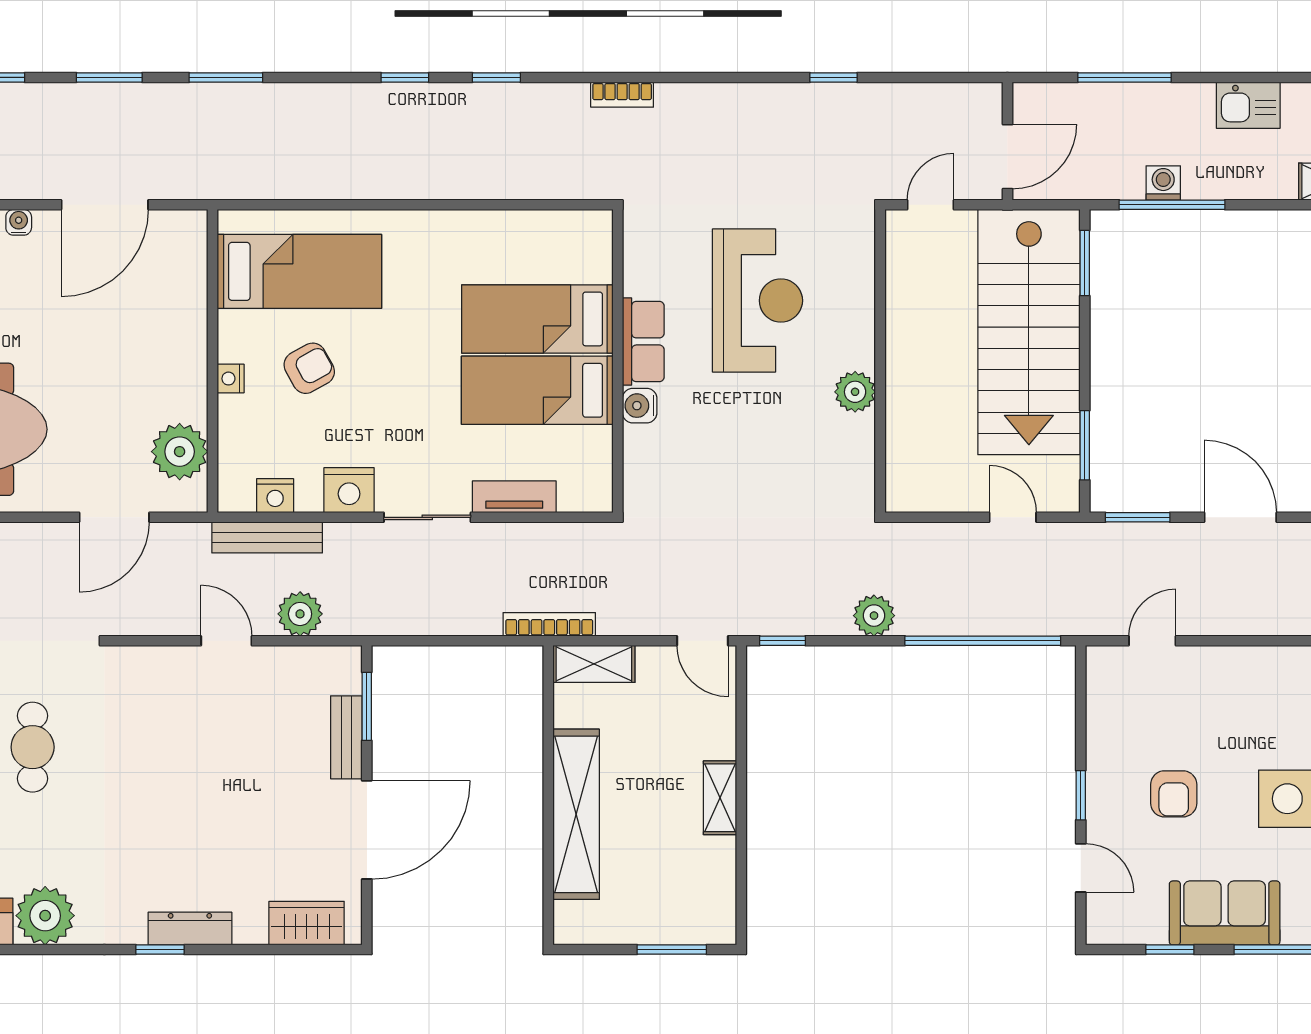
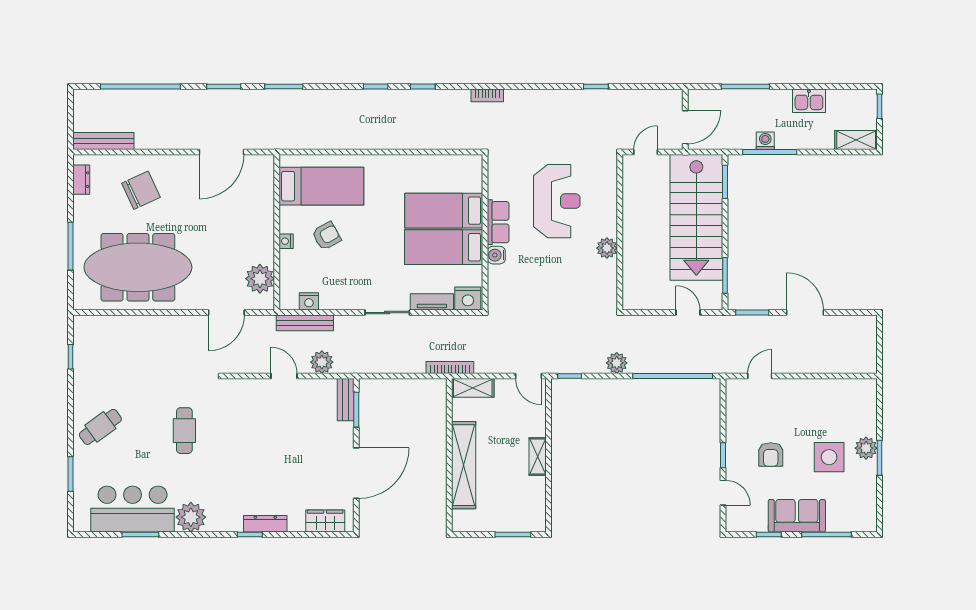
water cooler: (19, 222) -> (177, 161), removed
nightstand: (349, 490) -> (468, 299), moved
bench: (346, 737) -> (346, 400), moved

